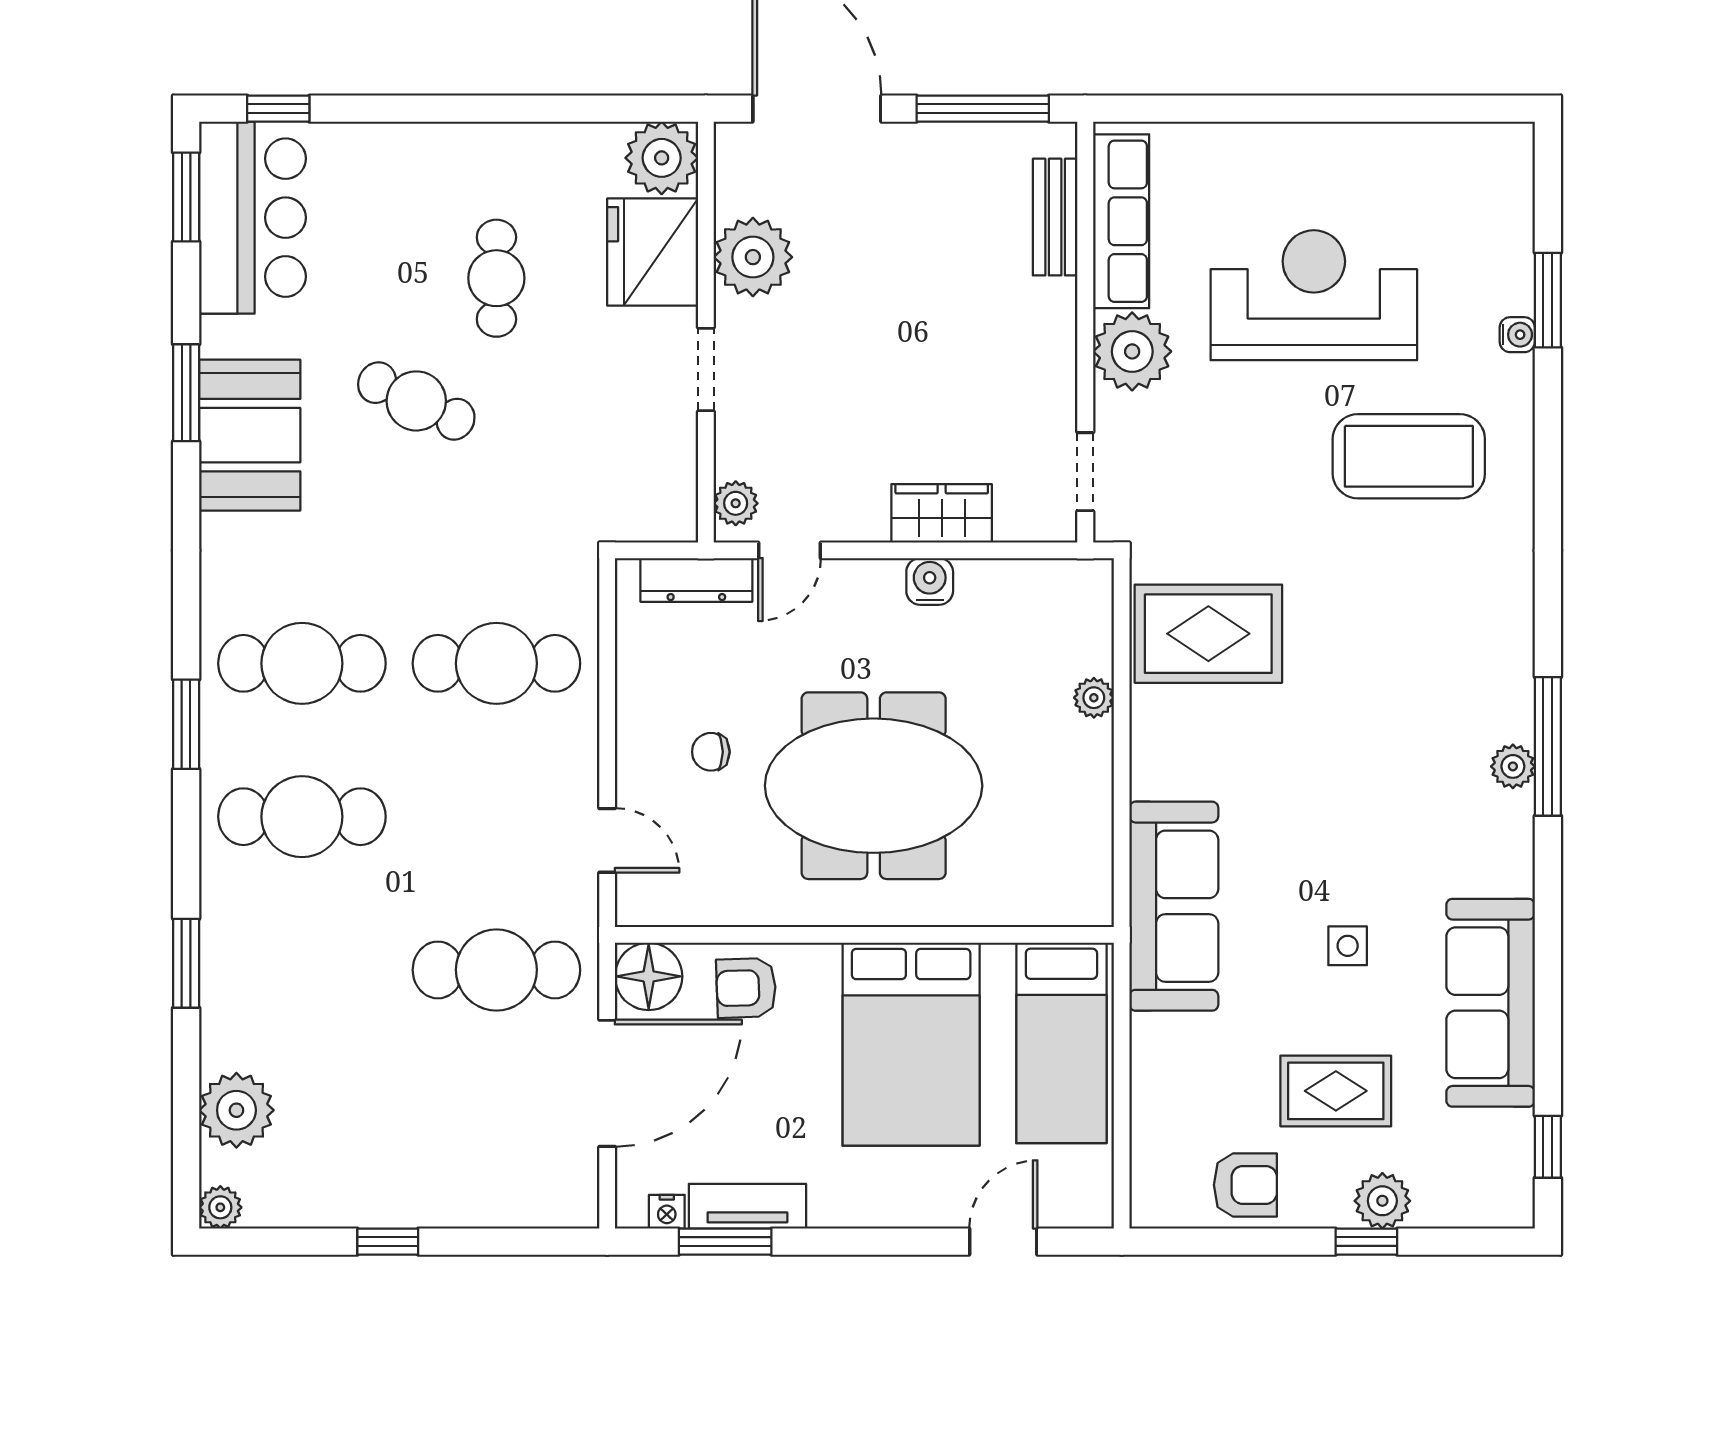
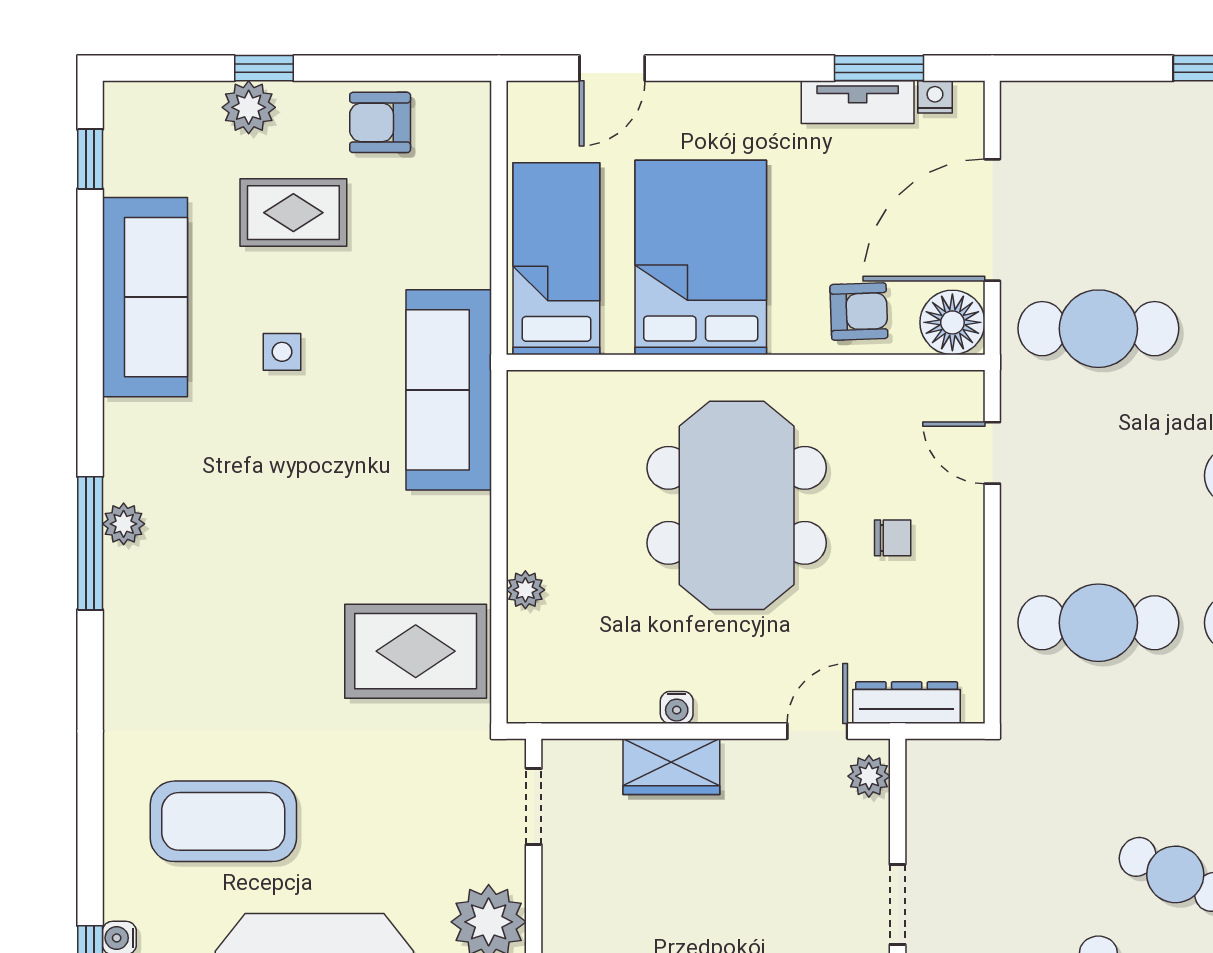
water cooler: (930, 581) -> (677, 707), width x0.72, depth x0.72
meeting table: (874, 786) -> (737, 505), turned 90

